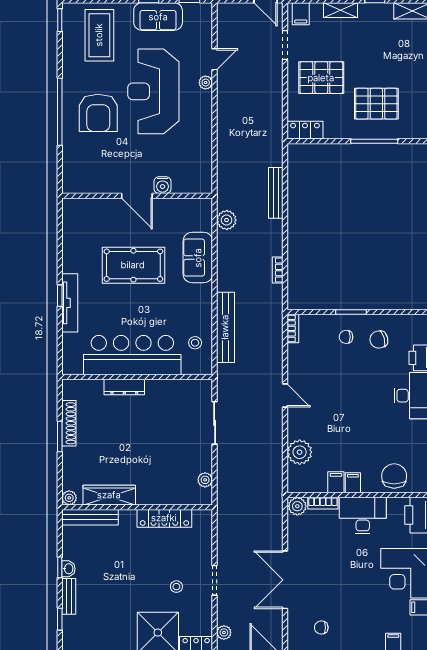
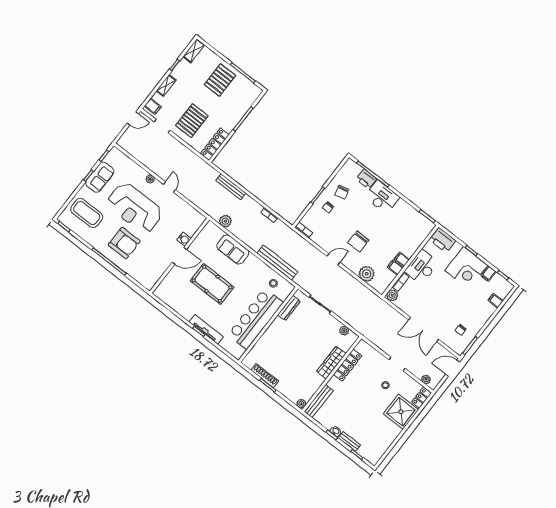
door: (215, 59) -> (169, 187), moved
pallet: (376, 104) -> (220, 80), moved
locker: (305, 130) -> (215, 144), width x1.53
pool table: (133, 265) -> (212, 284), turned 90
dresser: (124, 387) -> (289, 308), moved
chair: (394, 476) -> (358, 241), moved, turned -90
wardrobe: (109, 495) -> (331, 362), moved

